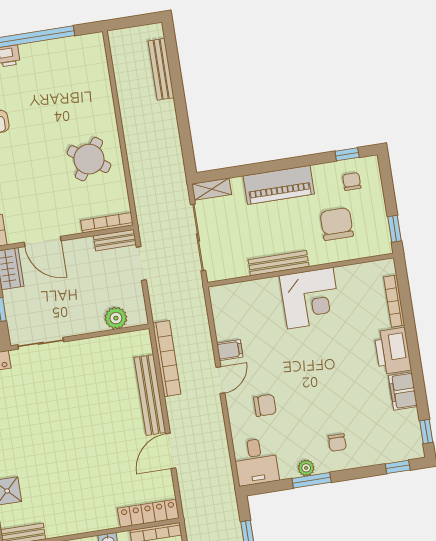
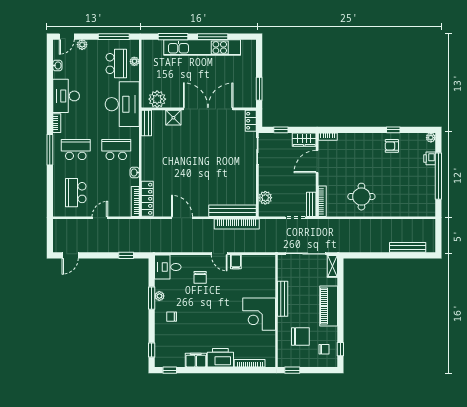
round table: (89, 159) -> (361, 197), turned -34
bench: (150, 395) -> (233, 211), moved

